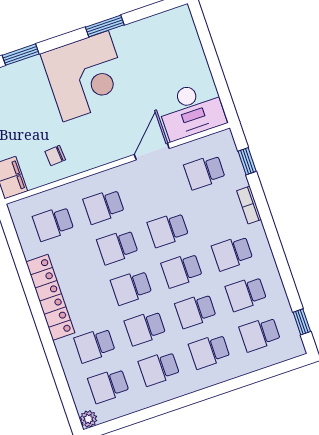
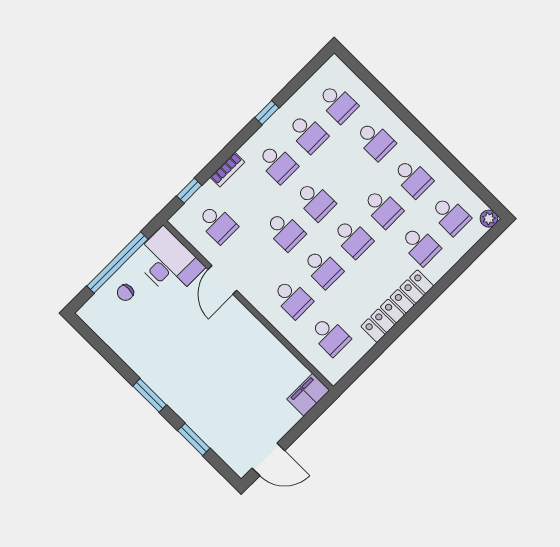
window: (105, 26) -> (150, 395), moved
window: (214, 65) -> (117, 263), added
corner desk: (86, 76) -> (184, 372), removed
door: (152, 152) -> (222, 280), hinge flipped
chair: (55, 156) -> (125, 293), moved, turned 94
school desk: (196, 311) -> (345, 171), removed
window: (302, 322) -> (267, 113), moved

